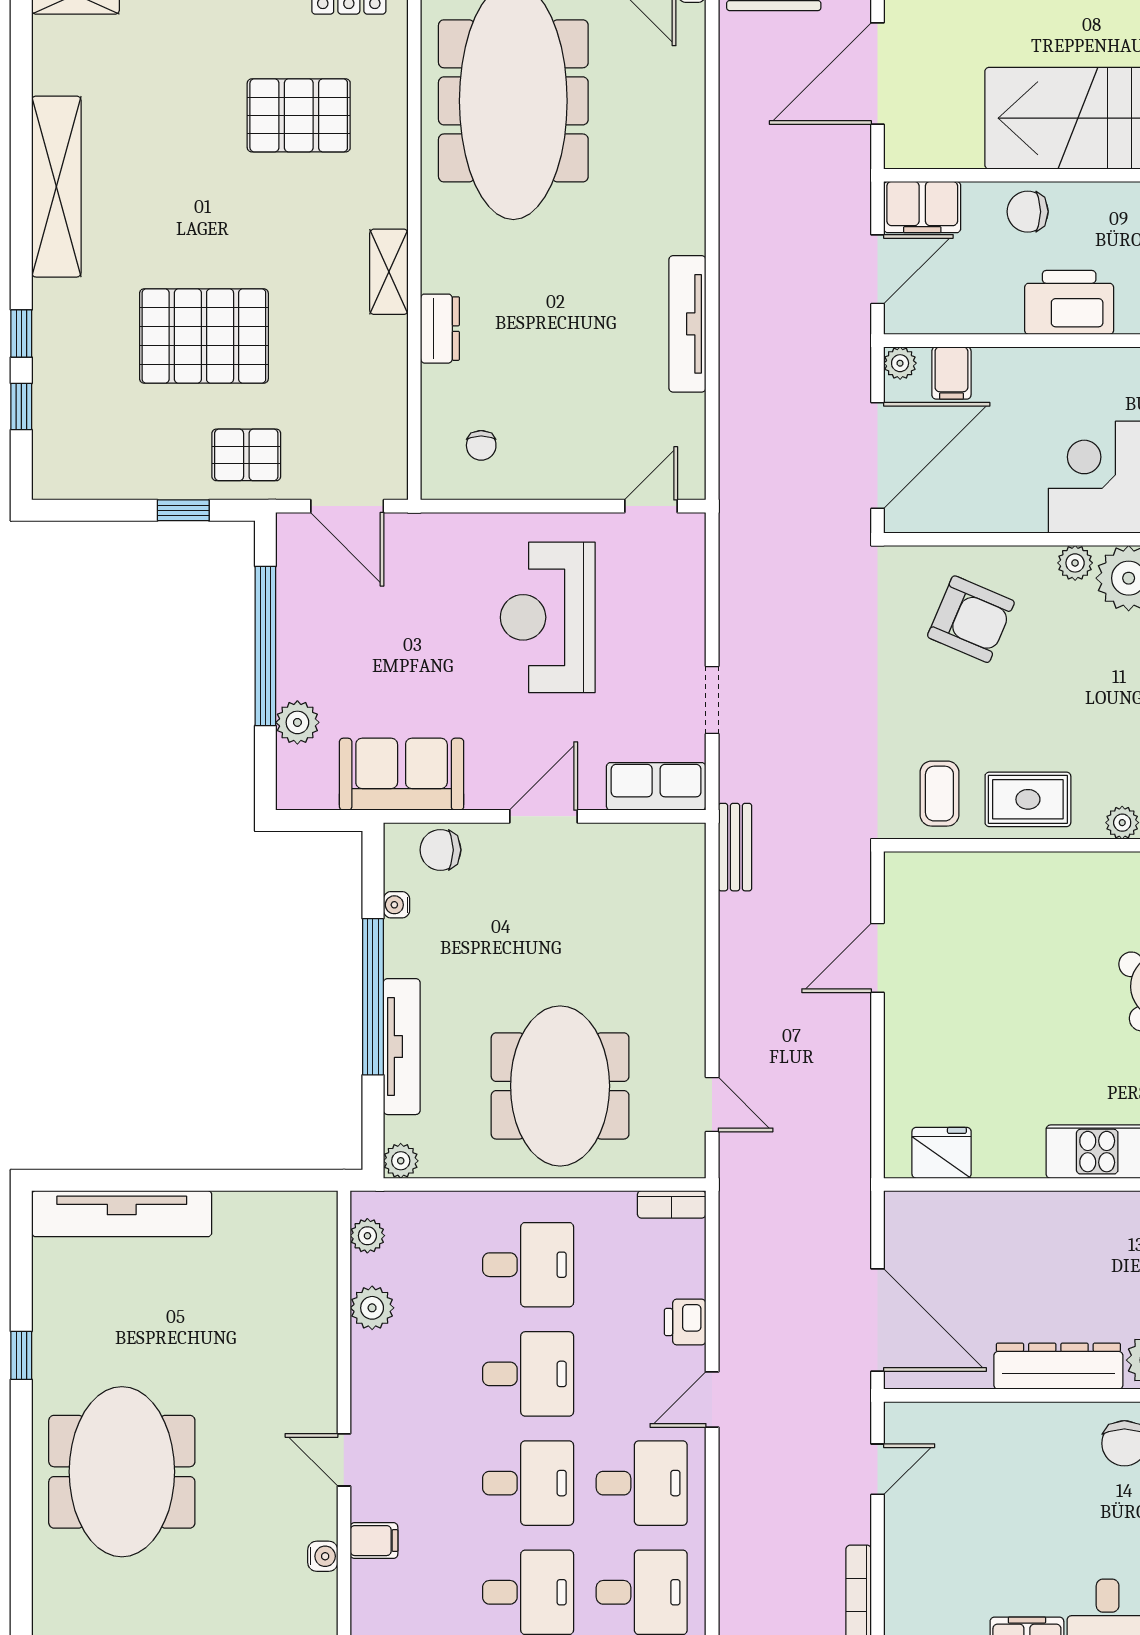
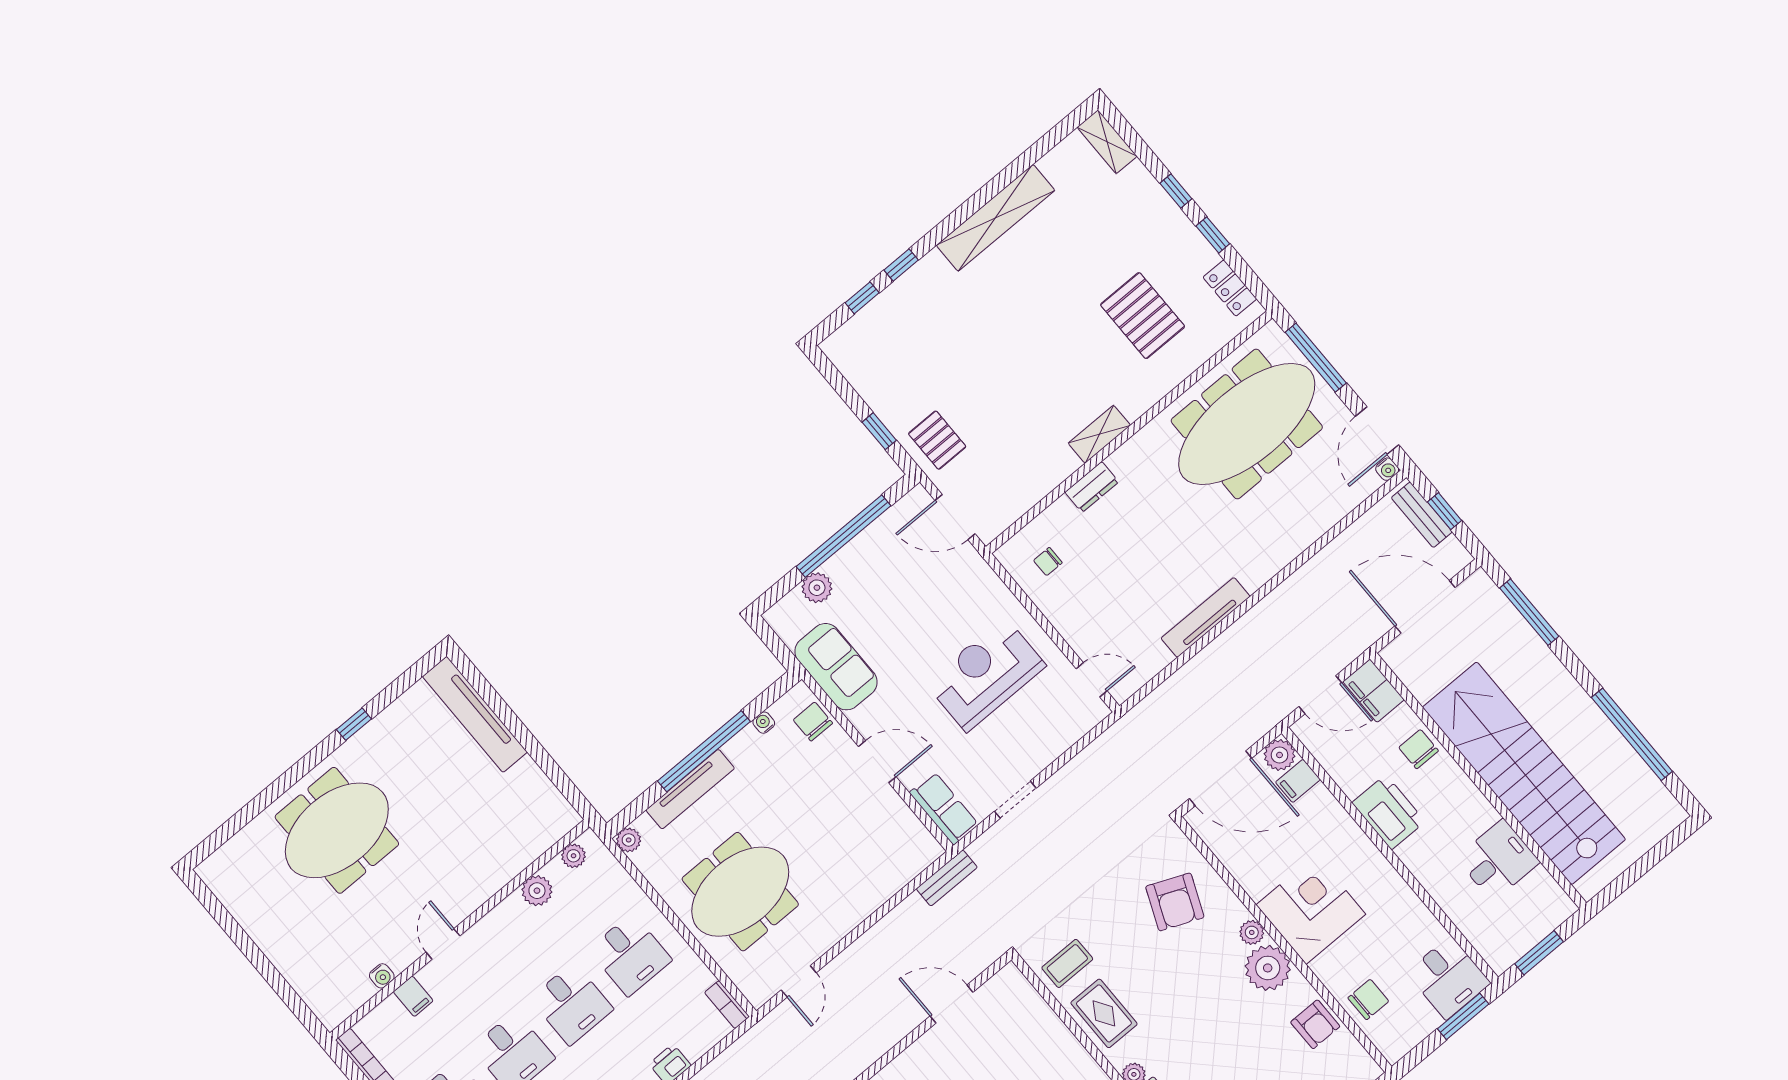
pallet: (204, 336) -> (982, 364), removed
plant: (900, 363) -> (1280, 755), width x1.38, depth x1.38
door: (347, 506) -> (955, 517), hinge flipped

